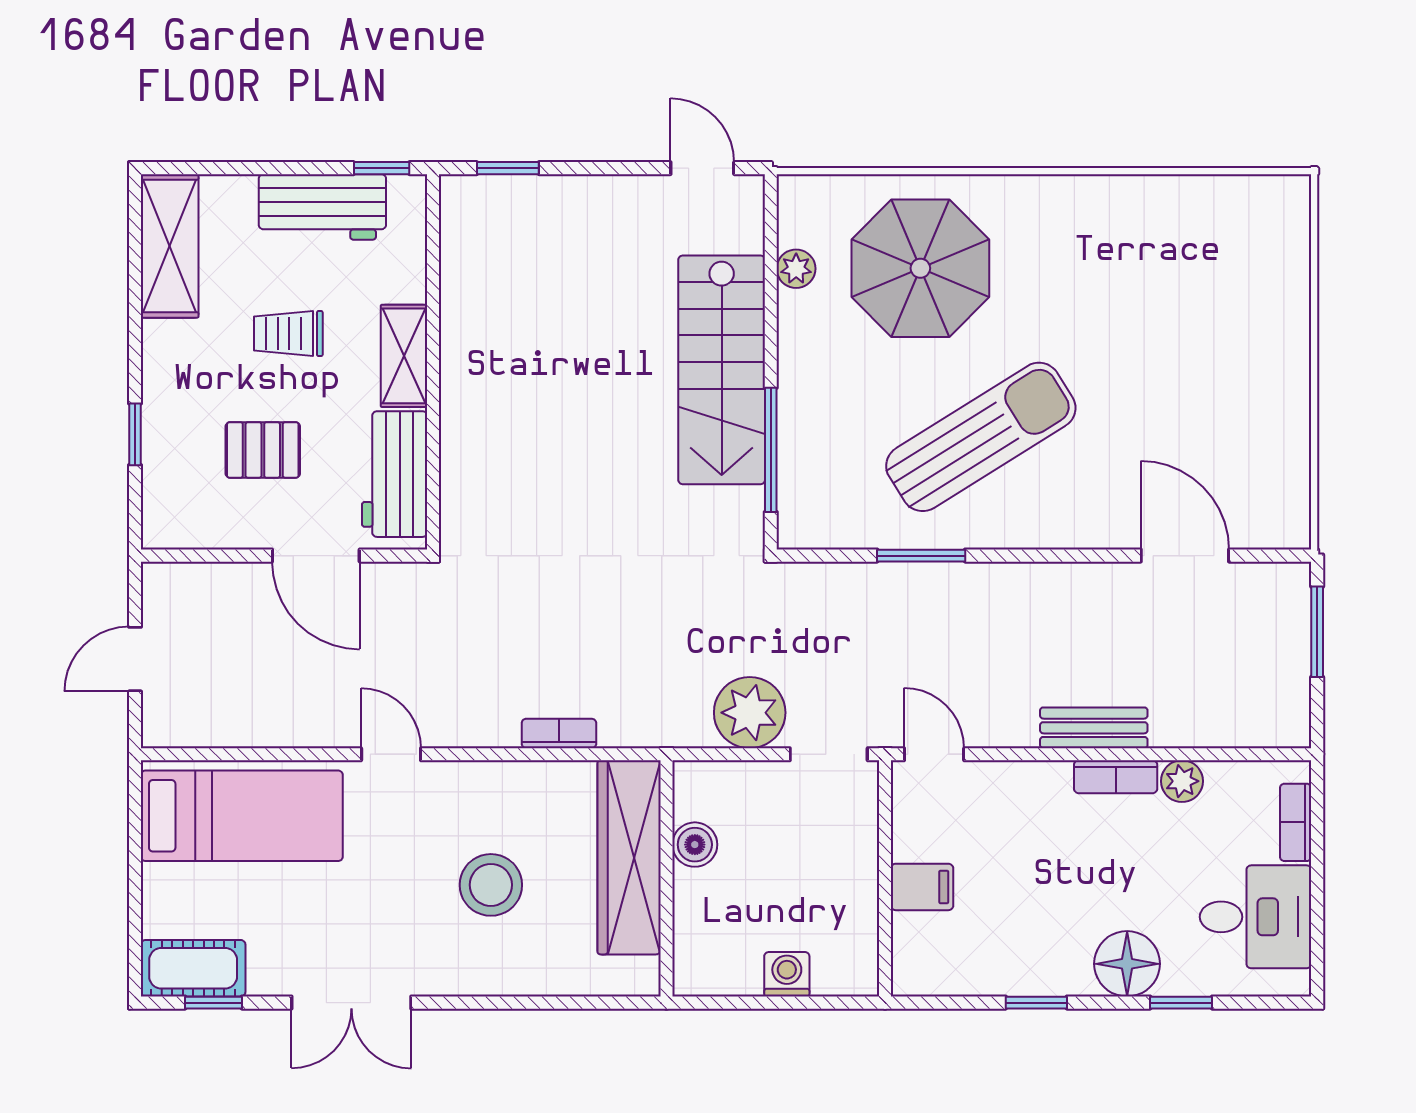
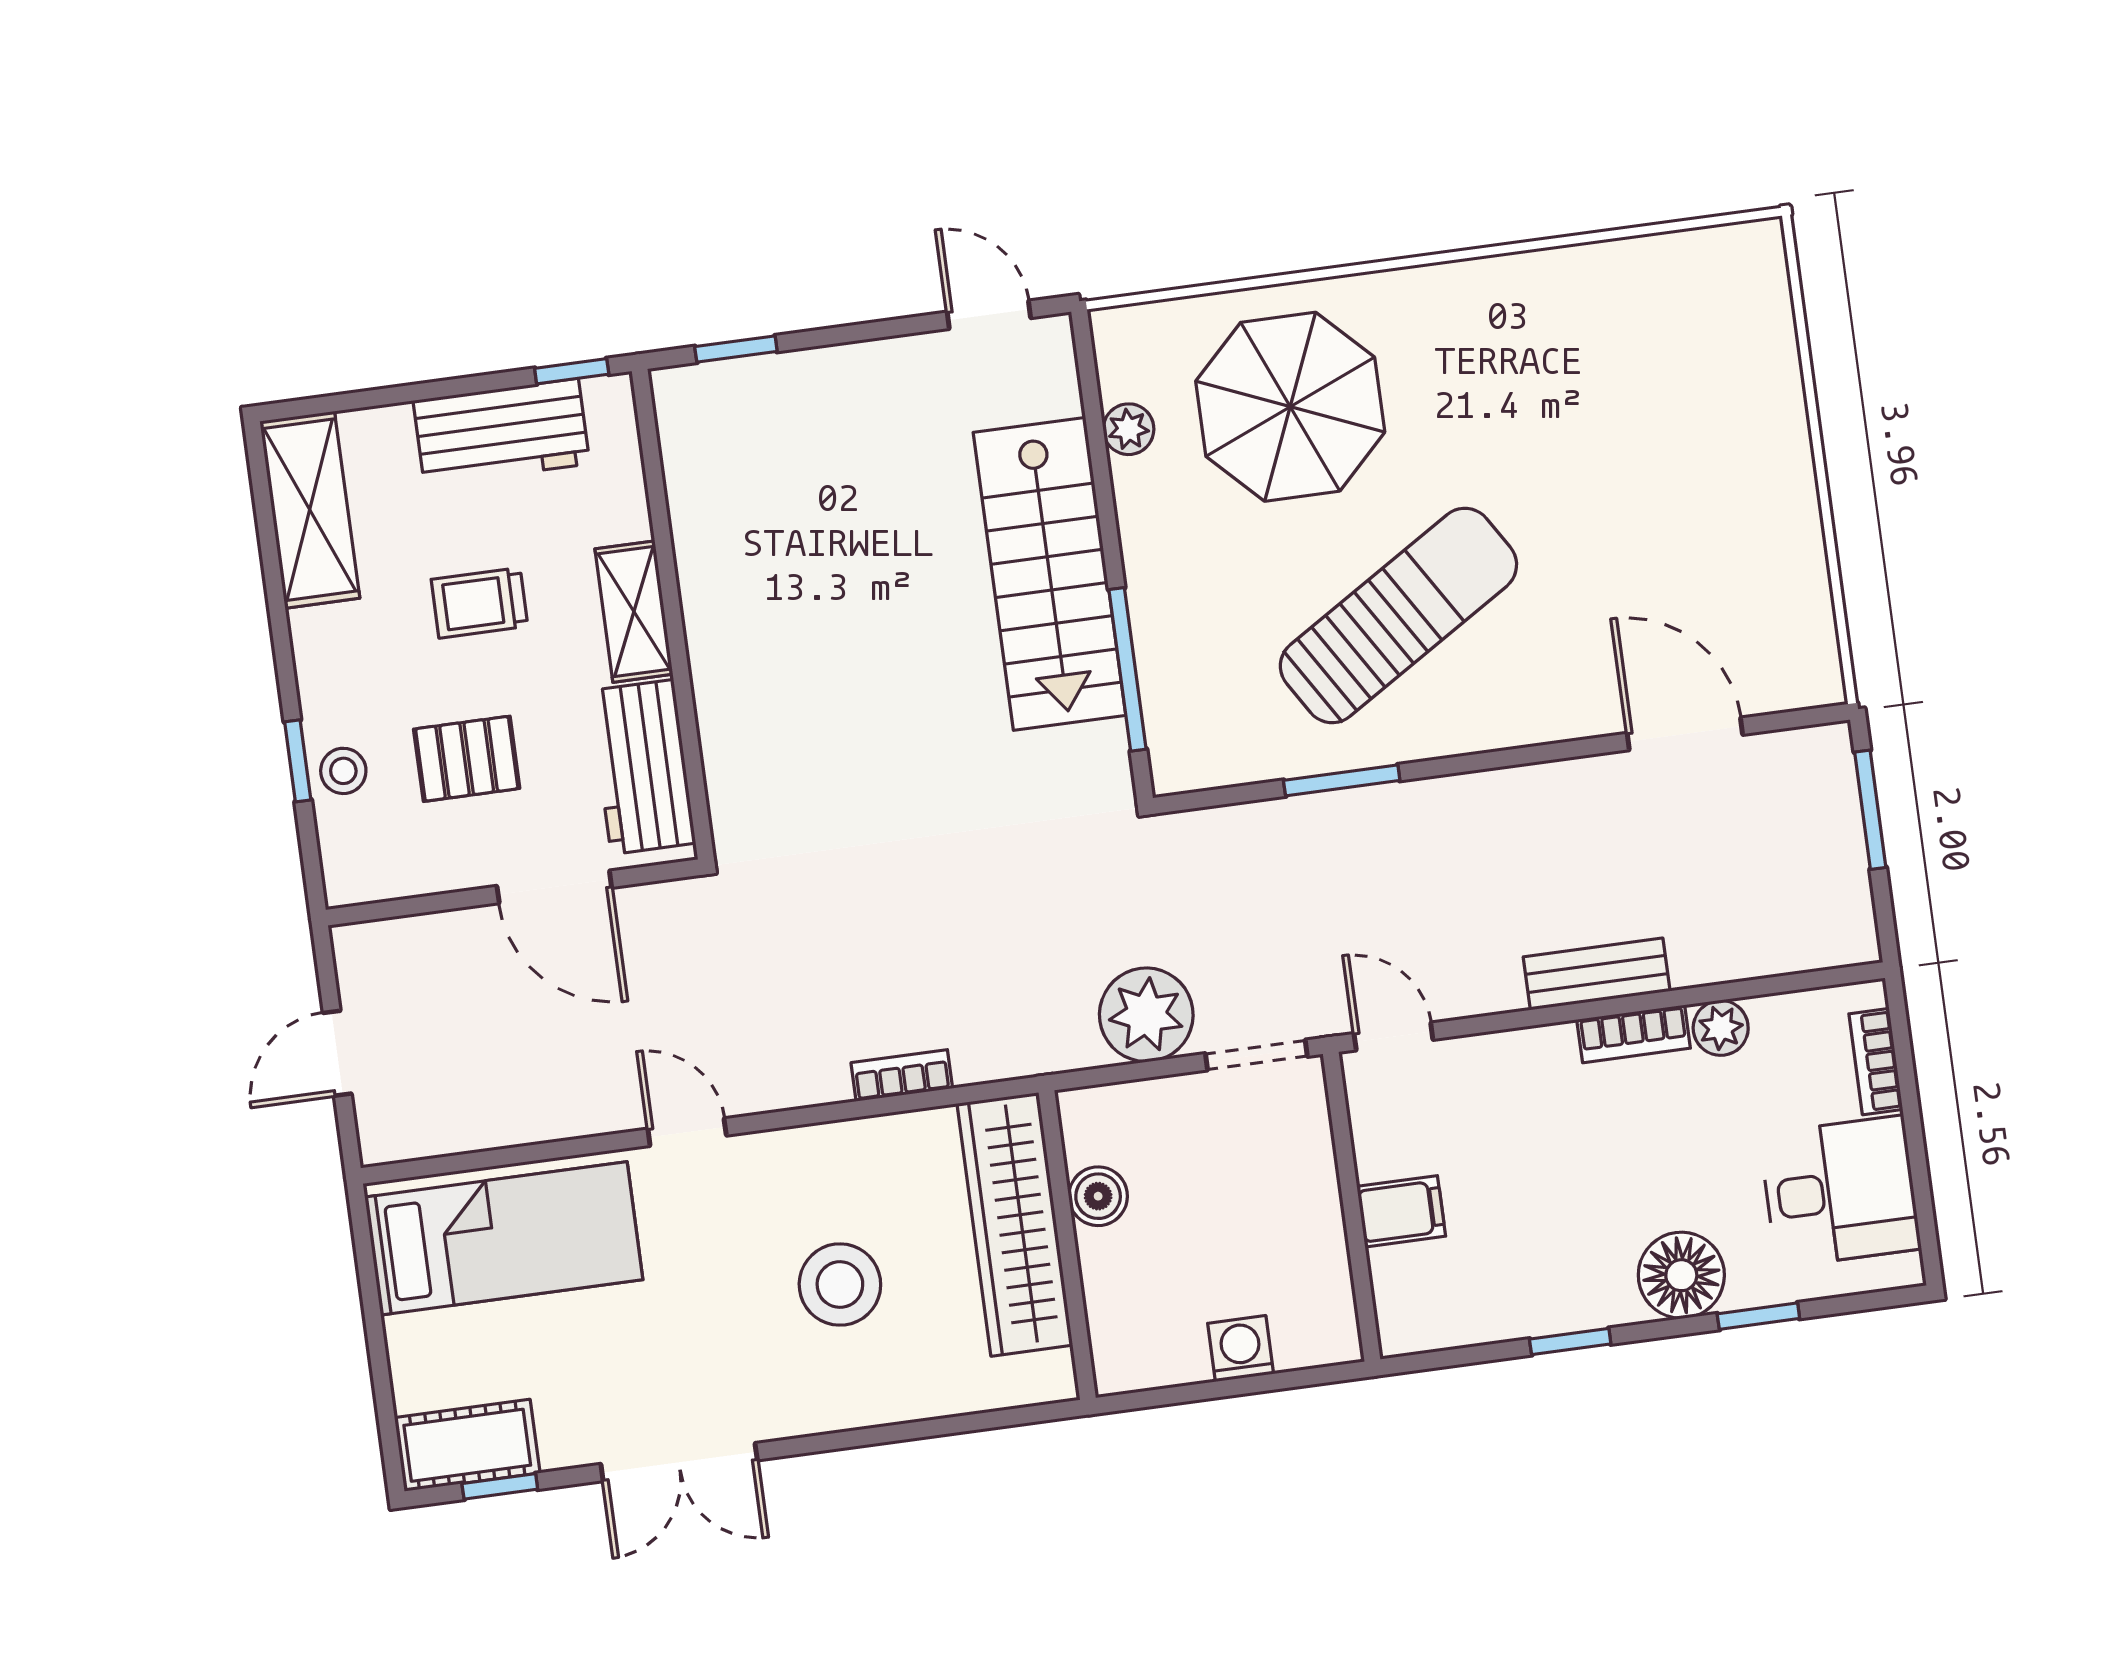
stool: (168, 447) -> (343, 771), added

